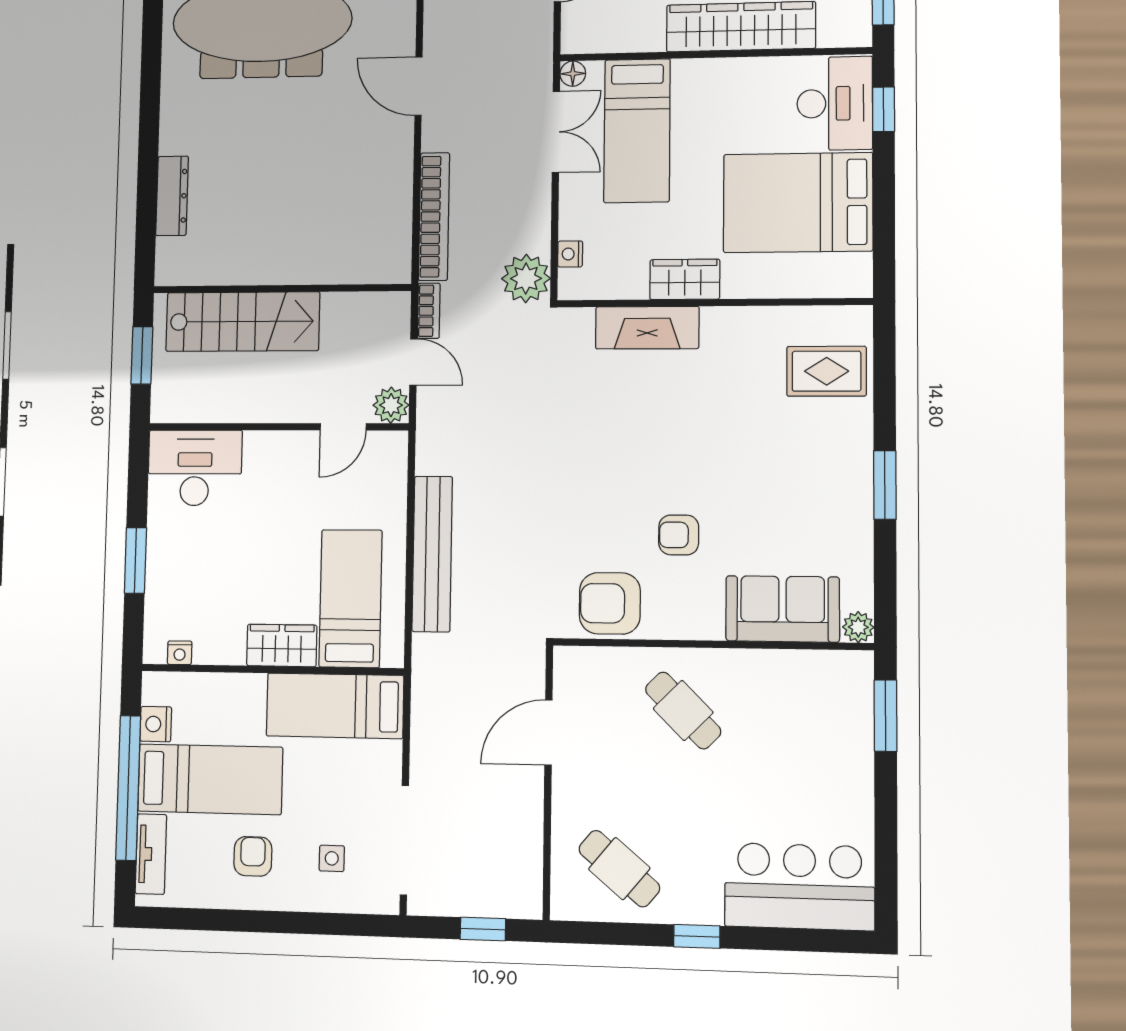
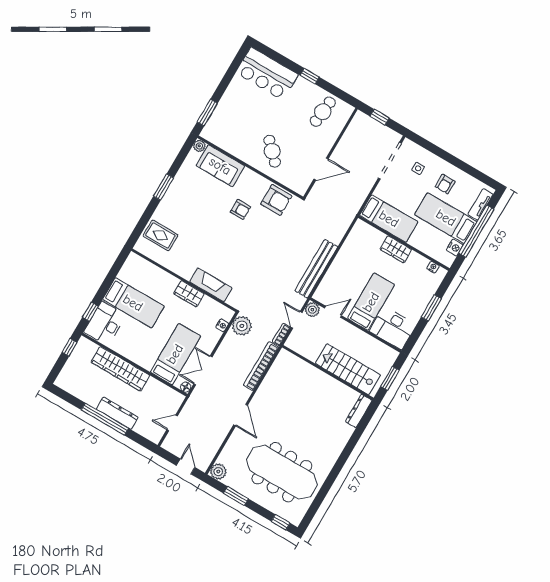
dresser: (172, 196) -> (359, 411), moved
bed: (798, 203) -> (133, 303), width x0.67
bench: (432, 554) -> (316, 269), moved
bed: (351, 598) -> (371, 302), moved, turned 180
cafe table: (619, 869) -> (323, 112), turned 56

